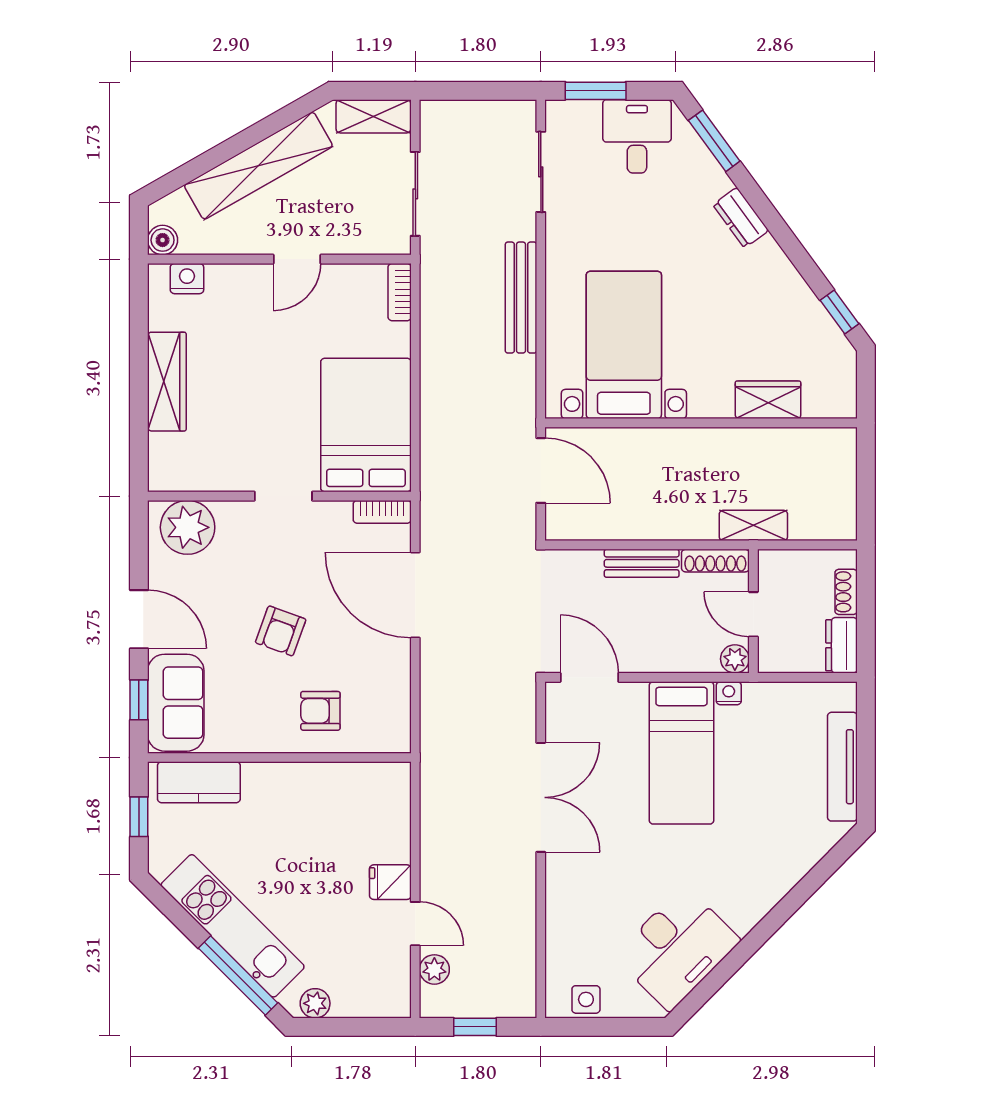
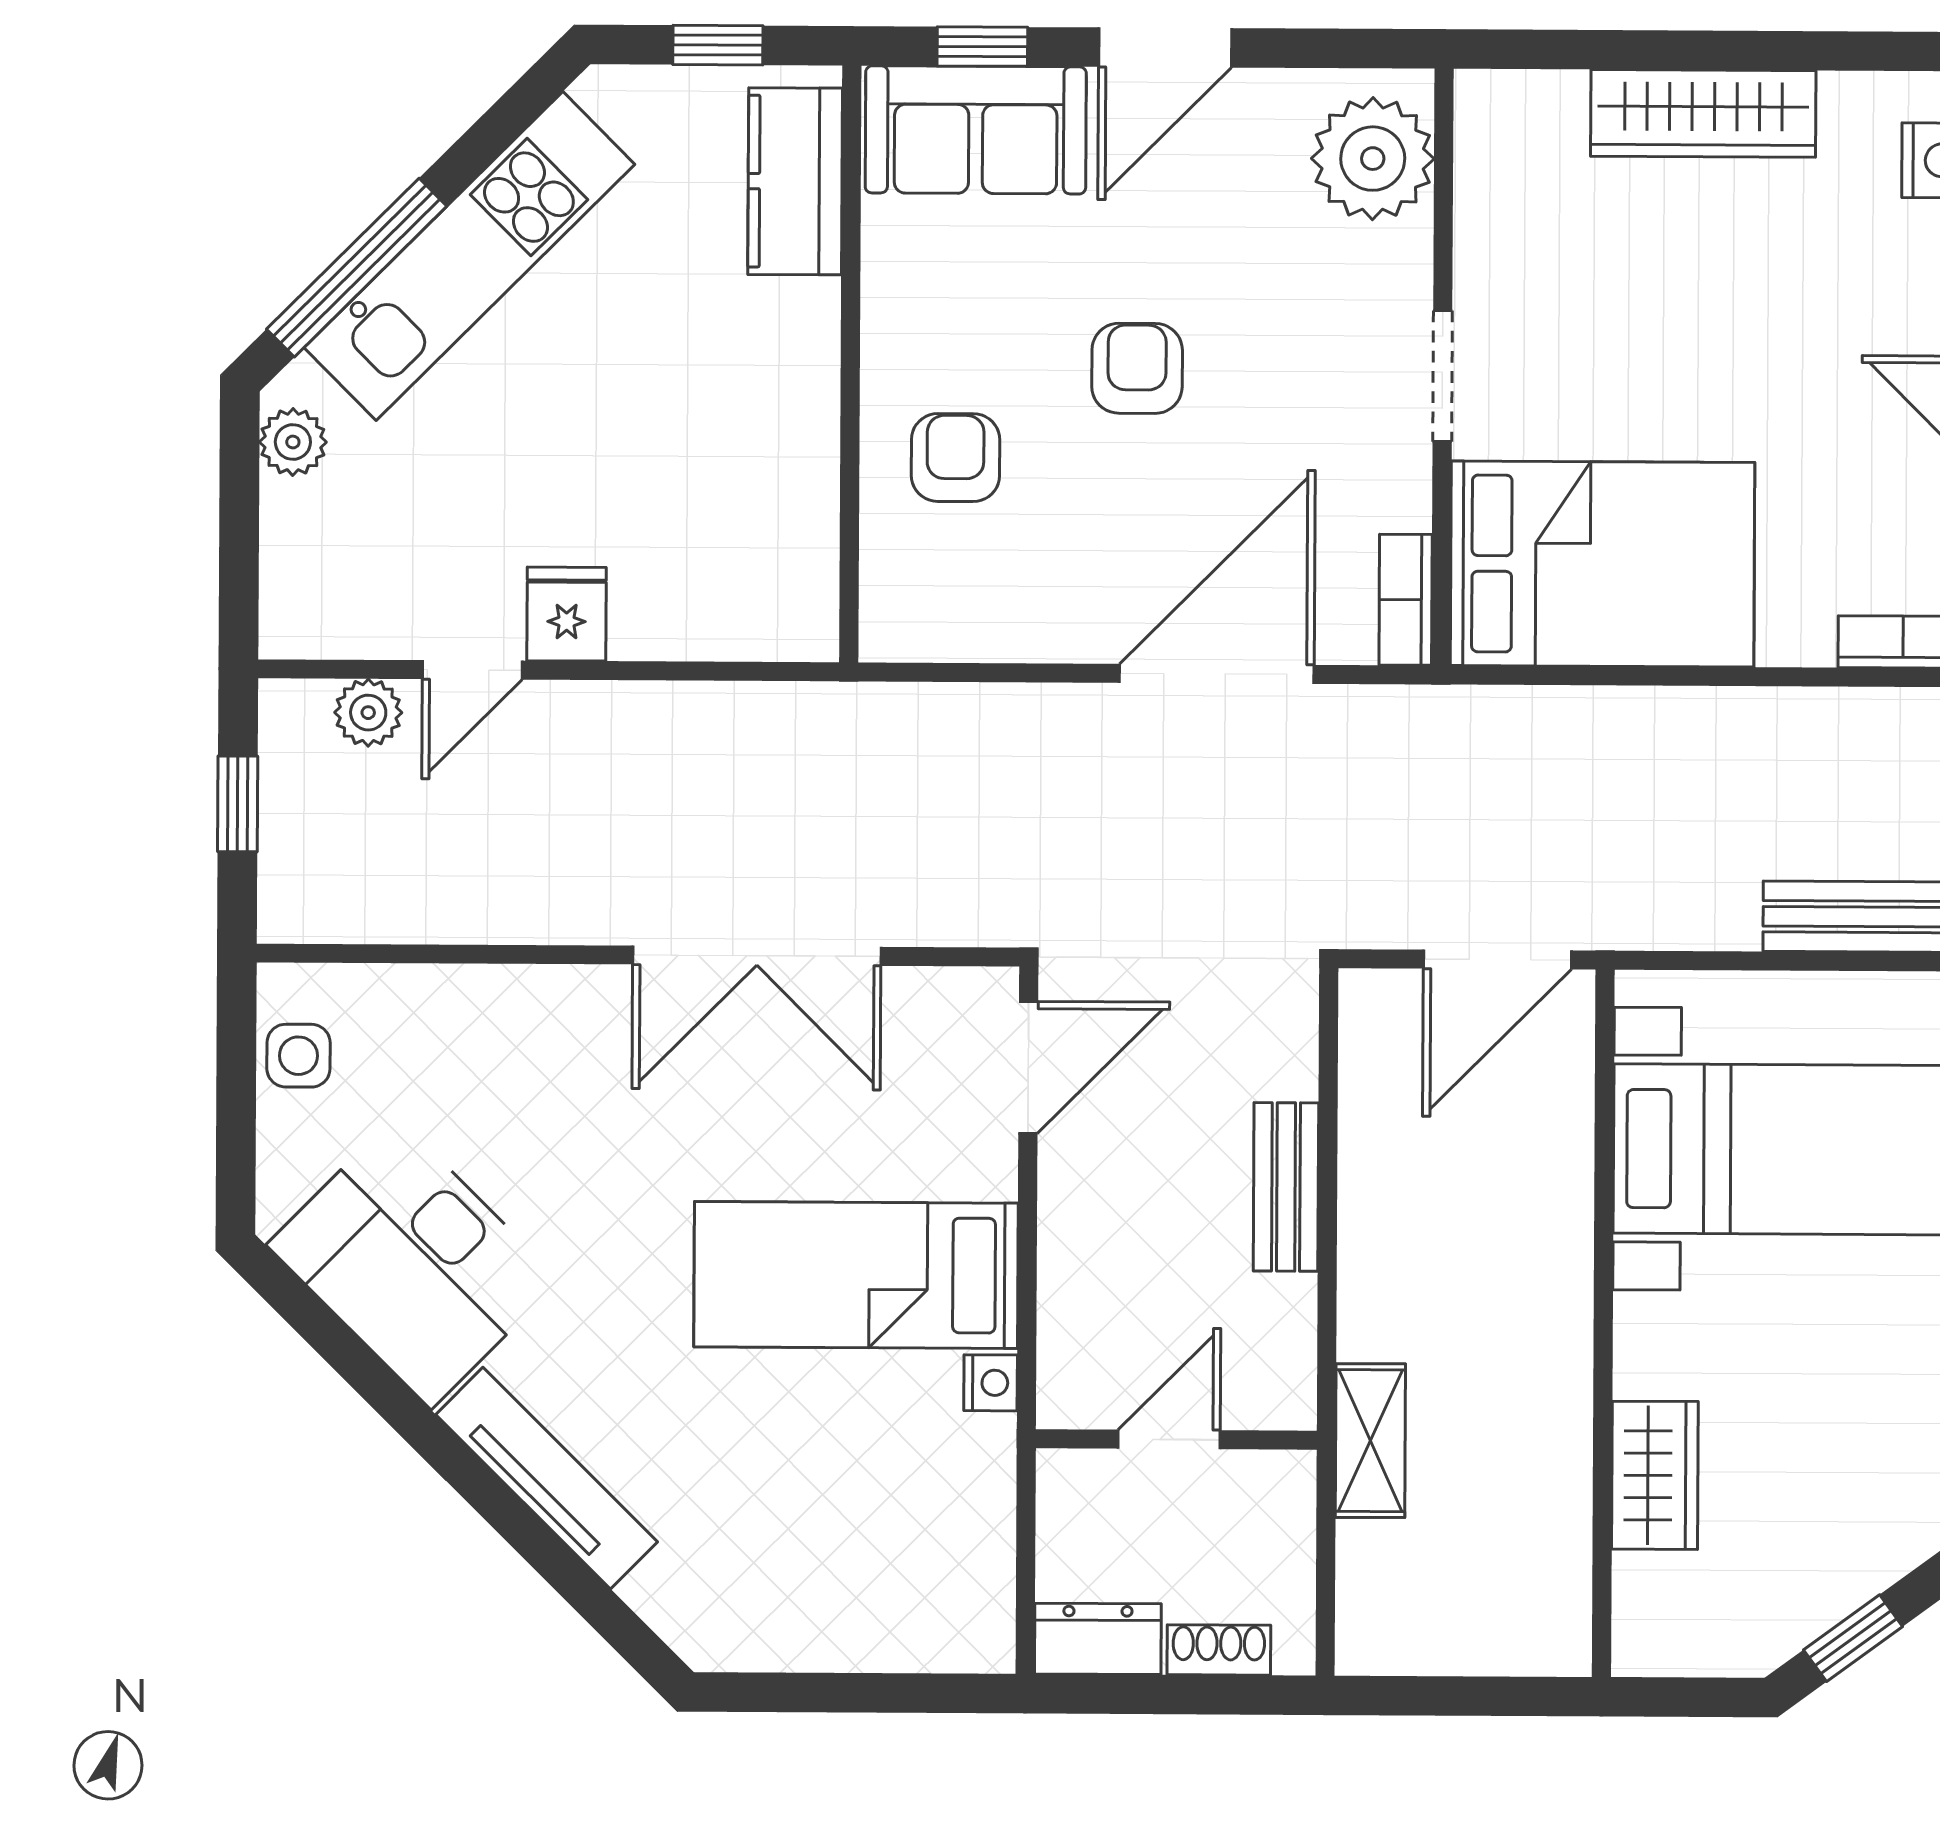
shoe rack: (715, 561) -> (1291, 1354), removed
armchair: (281, 631) -> (1137, 368), turned 70
plant: (735, 659) -> (1068, 1397), removed
tv unit: (842, 767) -> (547, 1478), moved, turned 45

